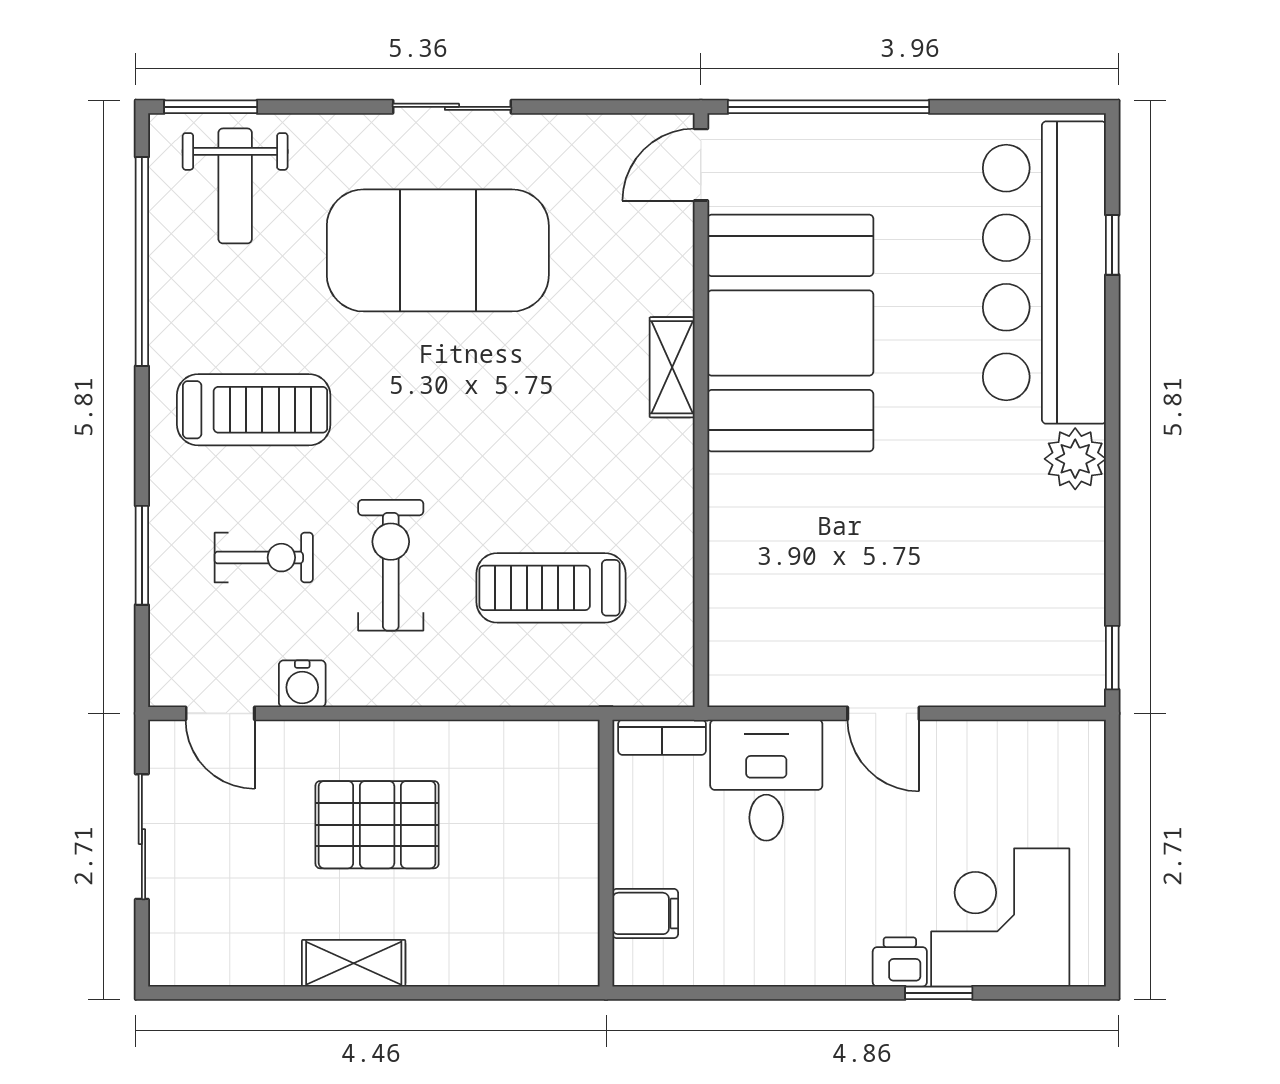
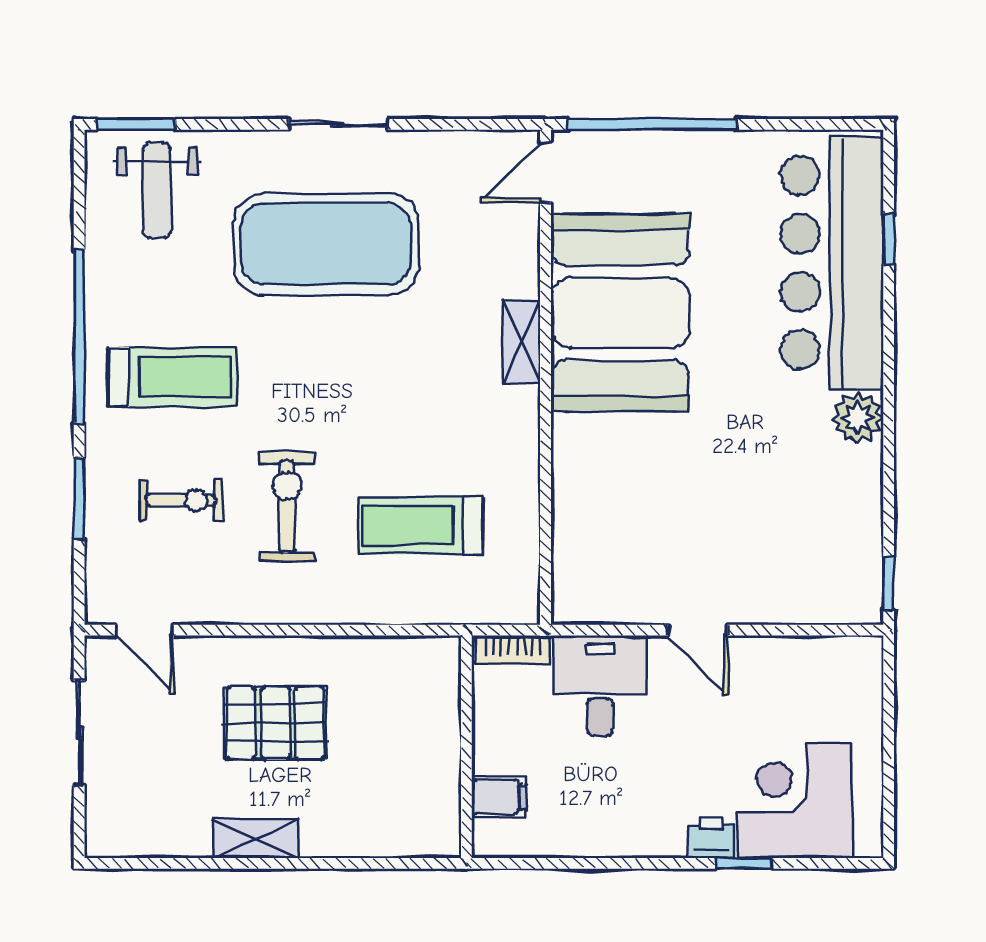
window: (142, 261) -> (79, 337), moved
water cooler: (302, 684) -> (213, 605), removed

